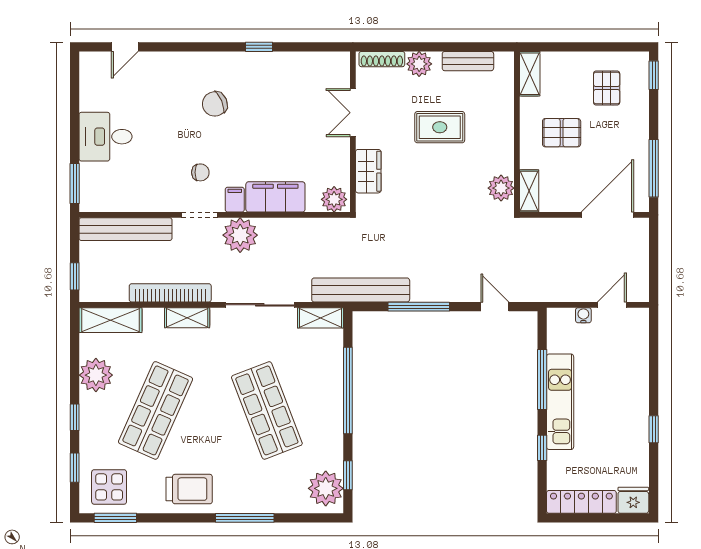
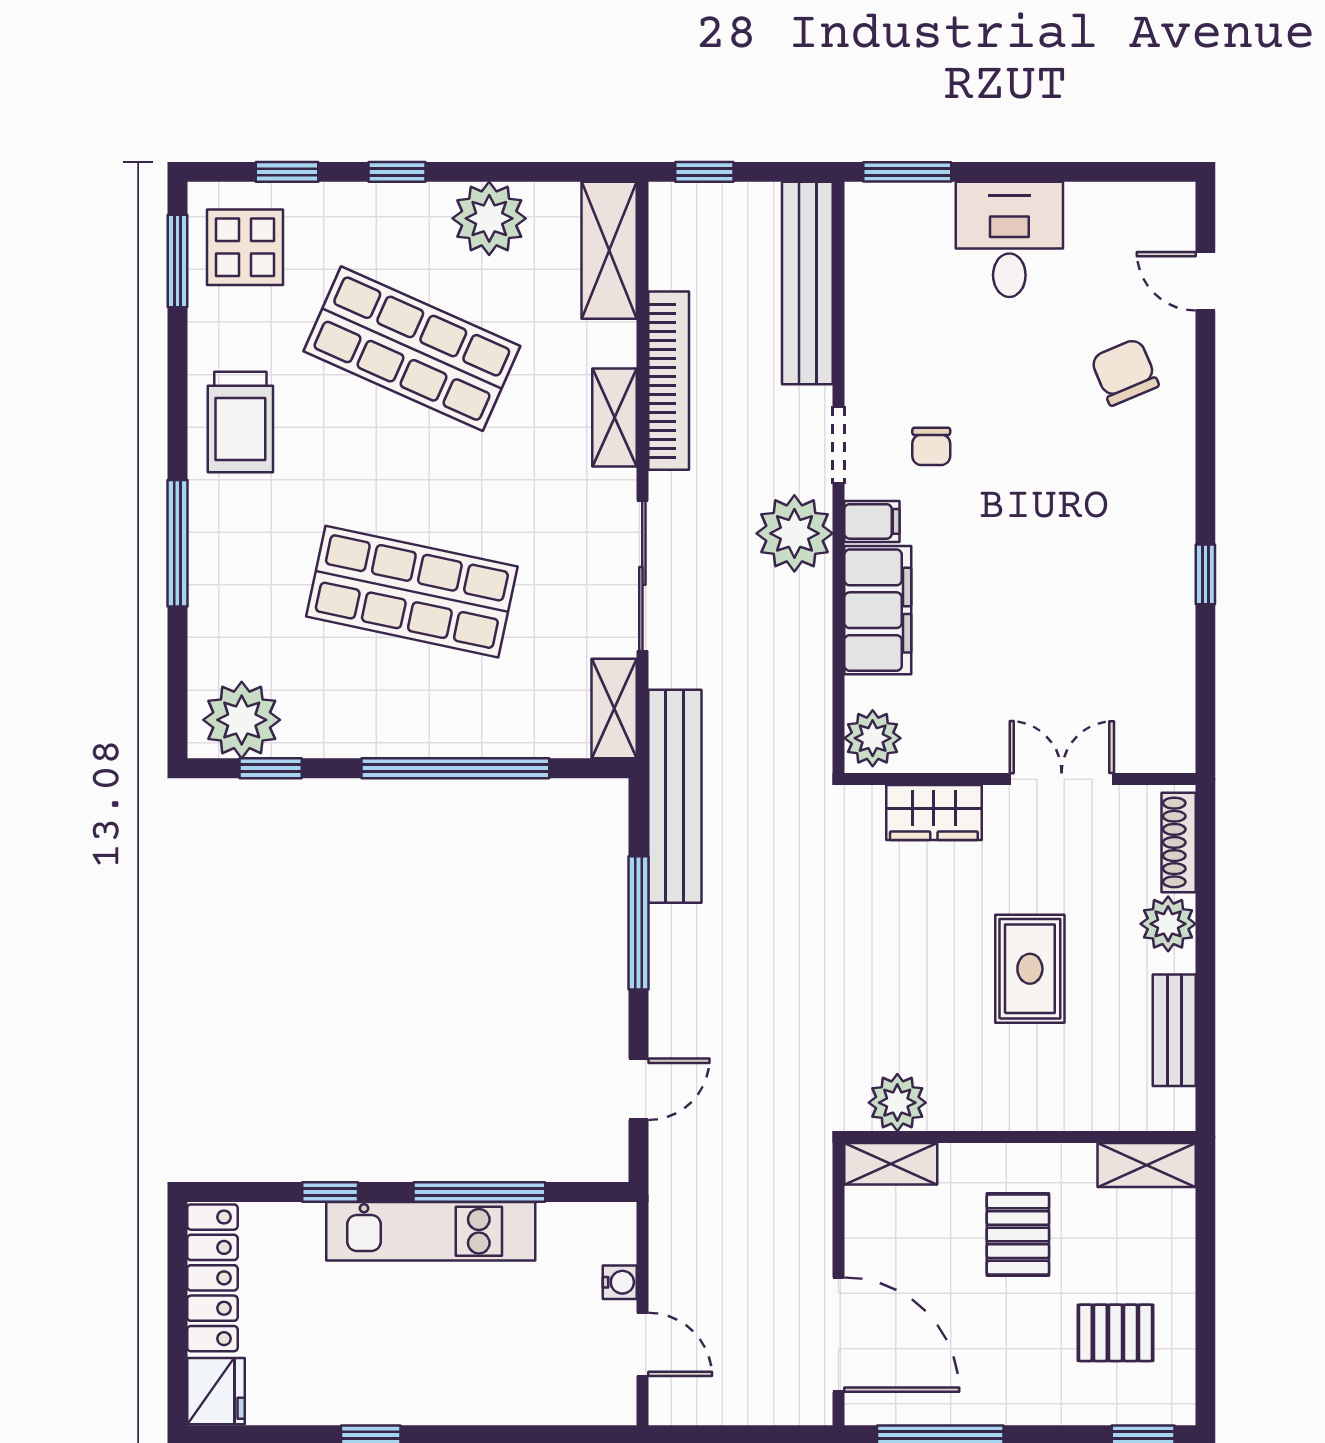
chair: (215, 104) -> (1125, 372), moved
shop shelf: (267, 410) -> (412, 592), turned 33

